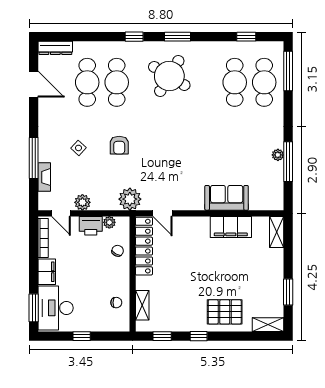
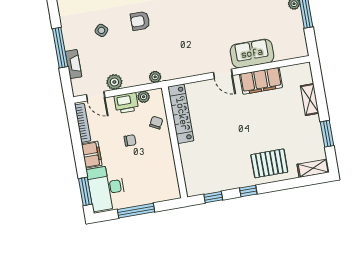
armchair: (119, 145) -> (140, 21), turned 90
plant: (130, 199) -> (155, 77), width x0.53, depth x0.53
door: (163, 213) -> (223, 74), moved
shelving: (277, 232) -> (310, 100), moved
chair: (116, 303) -> (130, 140), moved
shelving: (142, 305) -> (189, 171), removed
window: (82, 336) -> (136, 211), width x2.17

